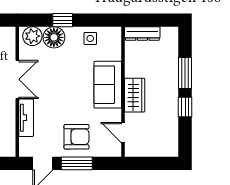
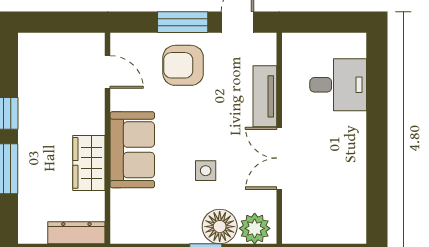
side table: (90, 38) -> (206, 171), moved
wardrobe: (135, 95) -> (89, 163), moved

